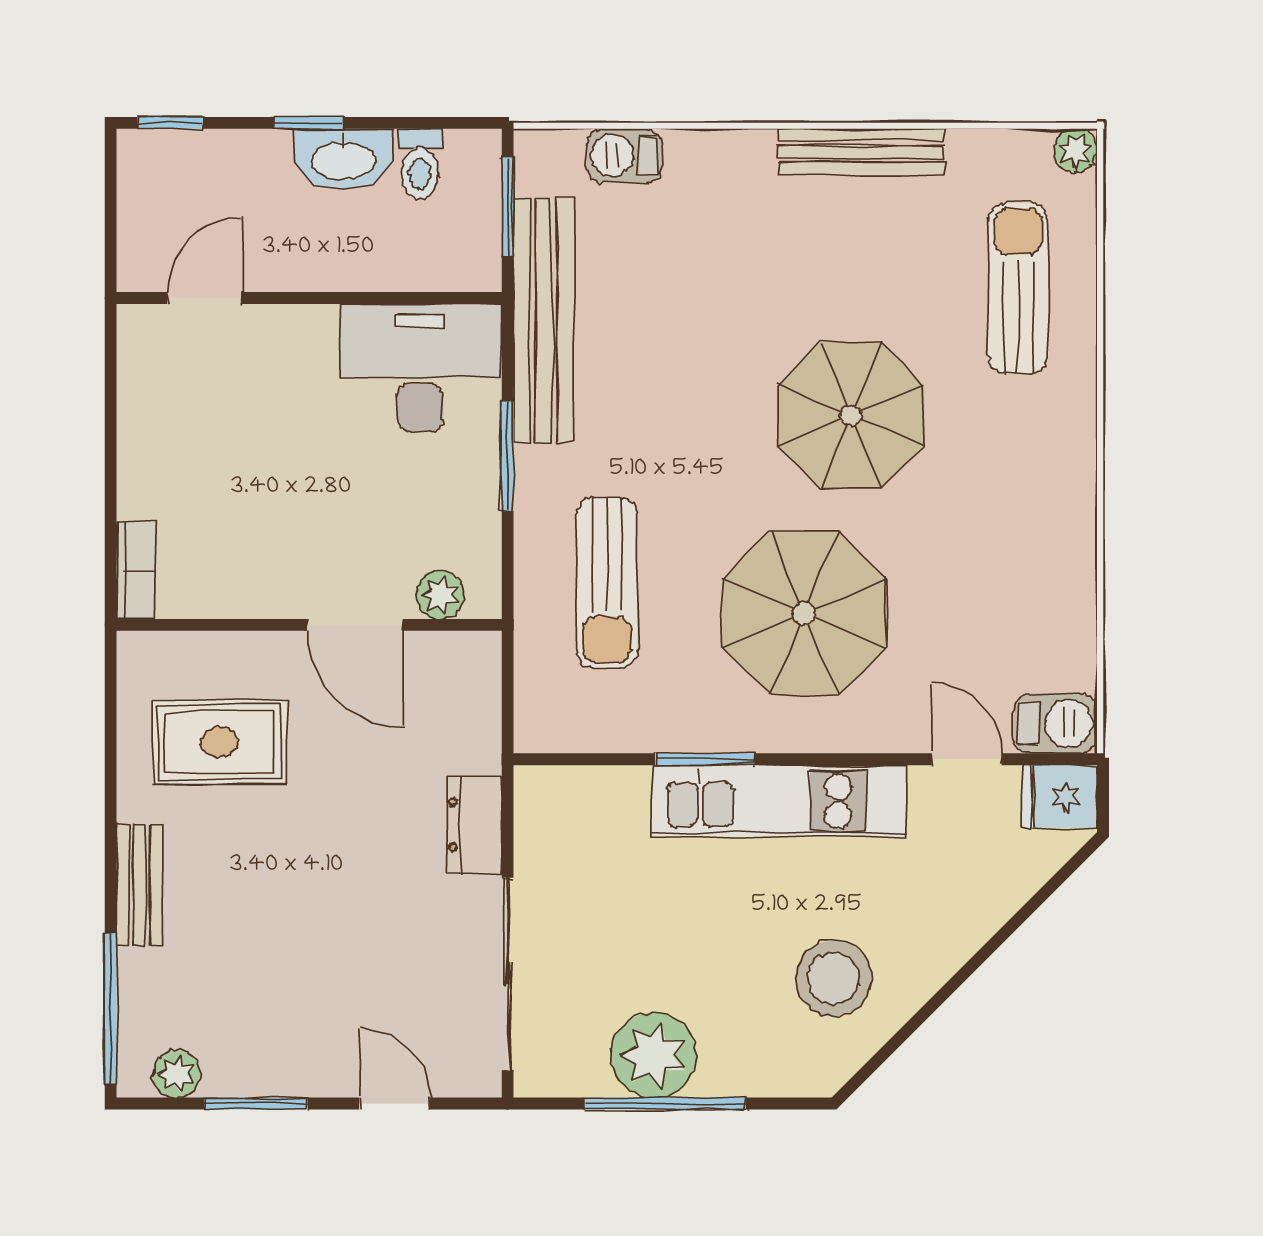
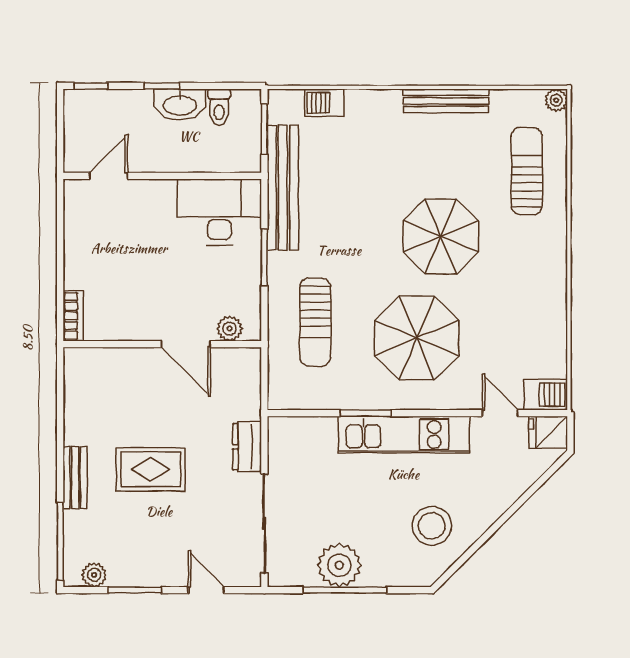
rug: (220, 742) -> (151, 469), moved

